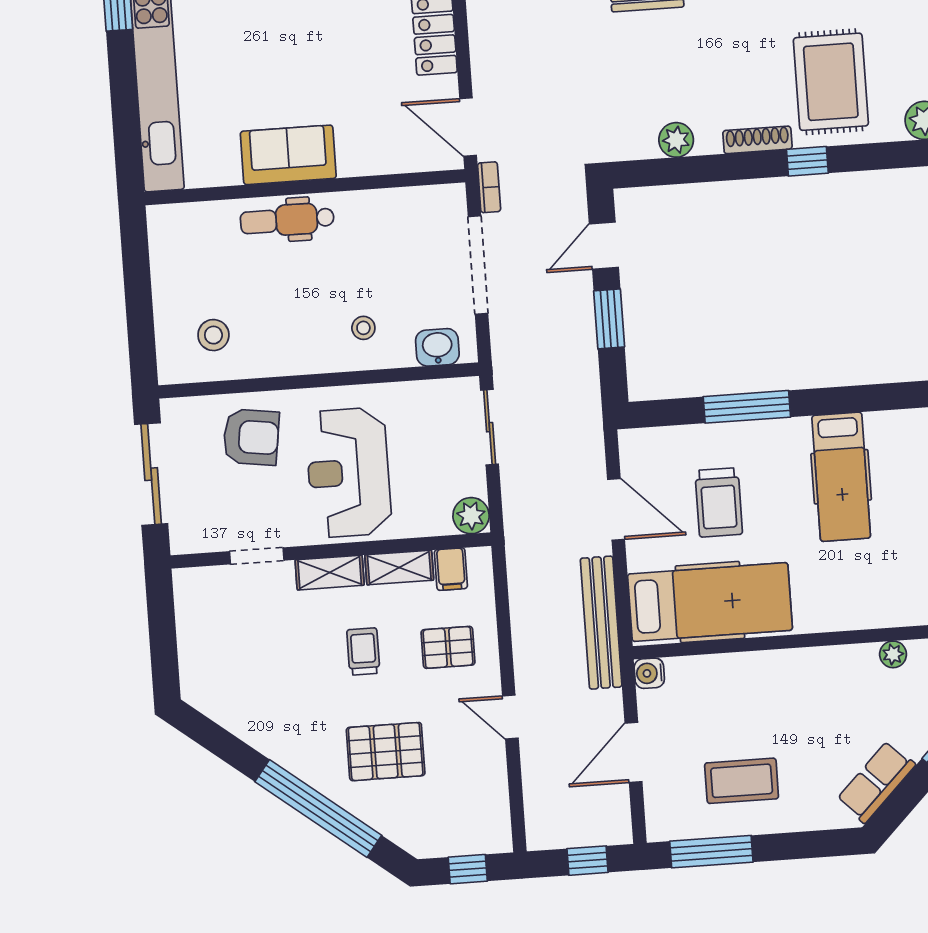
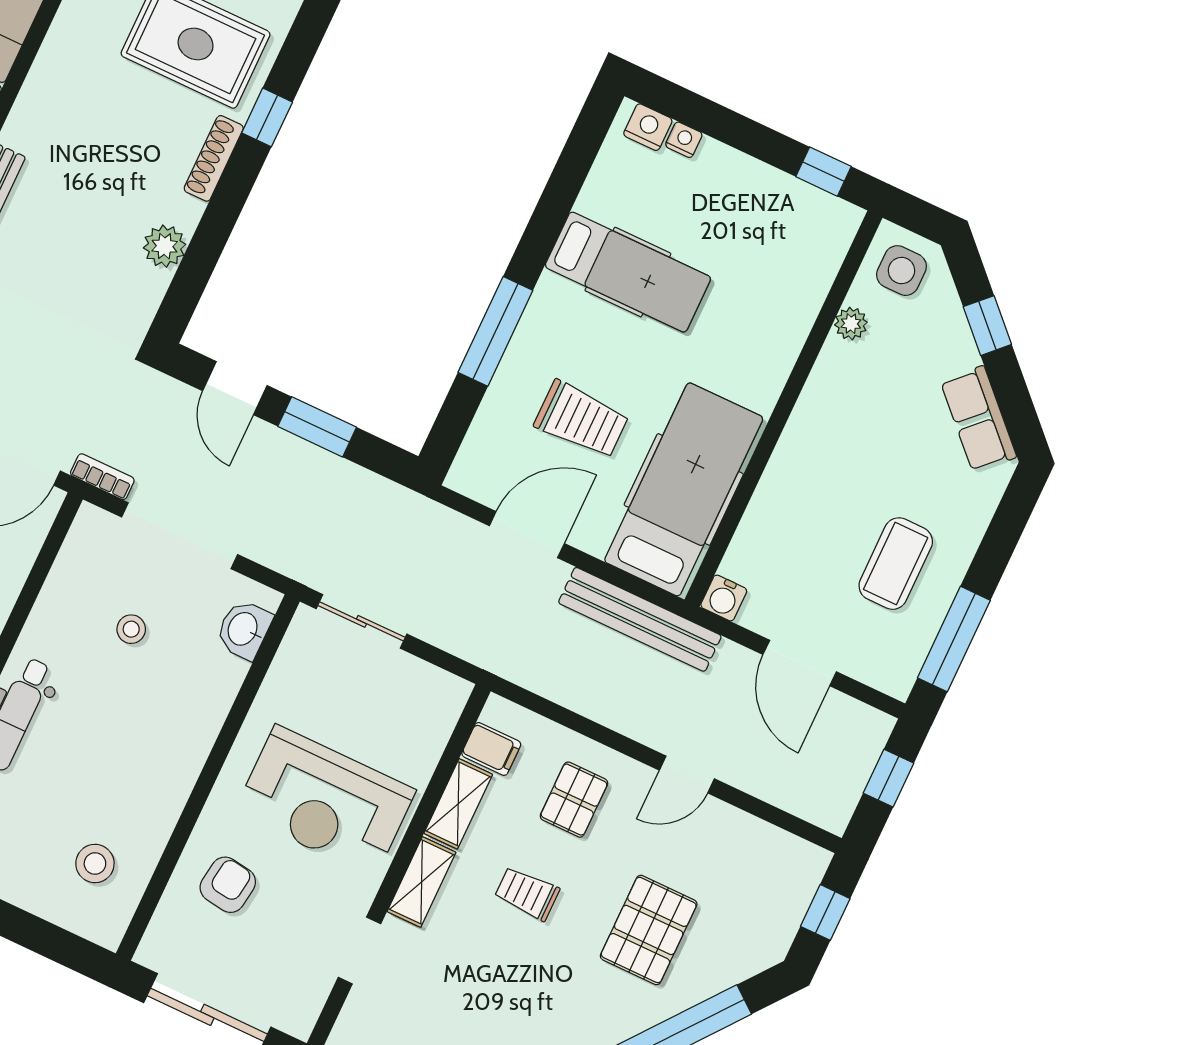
stool: (363, 328) -> (131, 629), moved
armchair: (251, 437) -> (228, 885), width x0.72, depth x0.72
plant: (471, 516) -> (446, 695), removed

